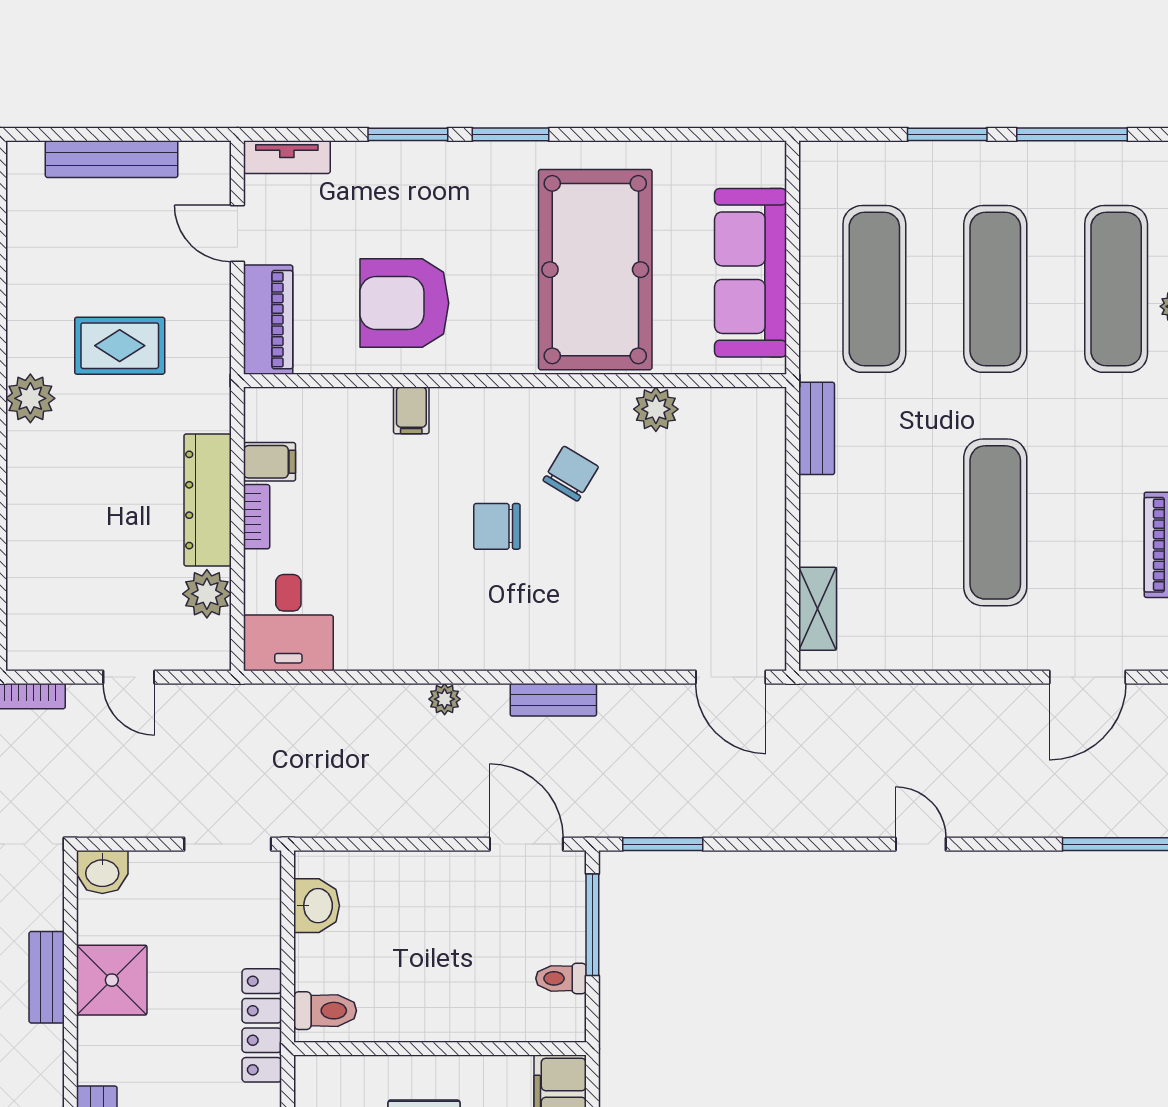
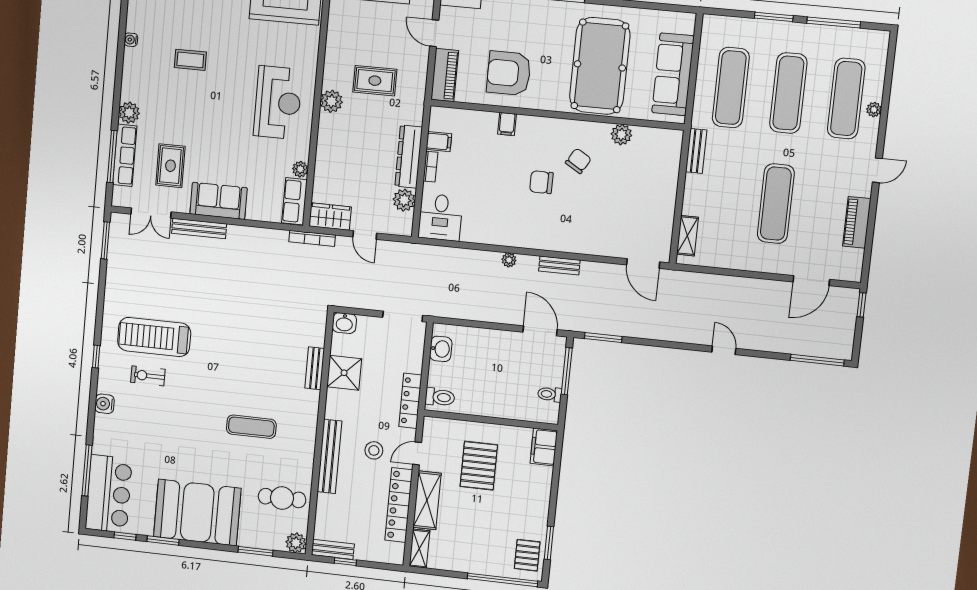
wardrobe: (50, 645) -> (330, 217), added

